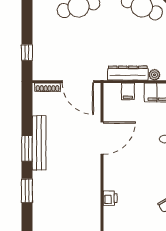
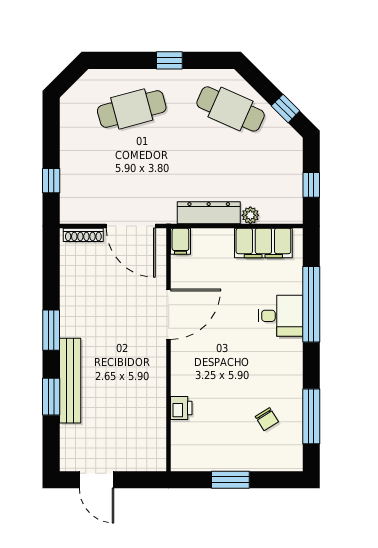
filing cabinet: (128, 91) -> (180, 241), moved
bench: (39, 143) -> (70, 381), moved

